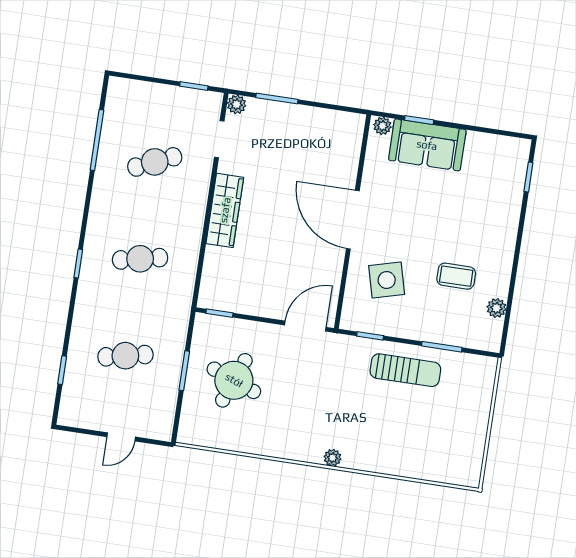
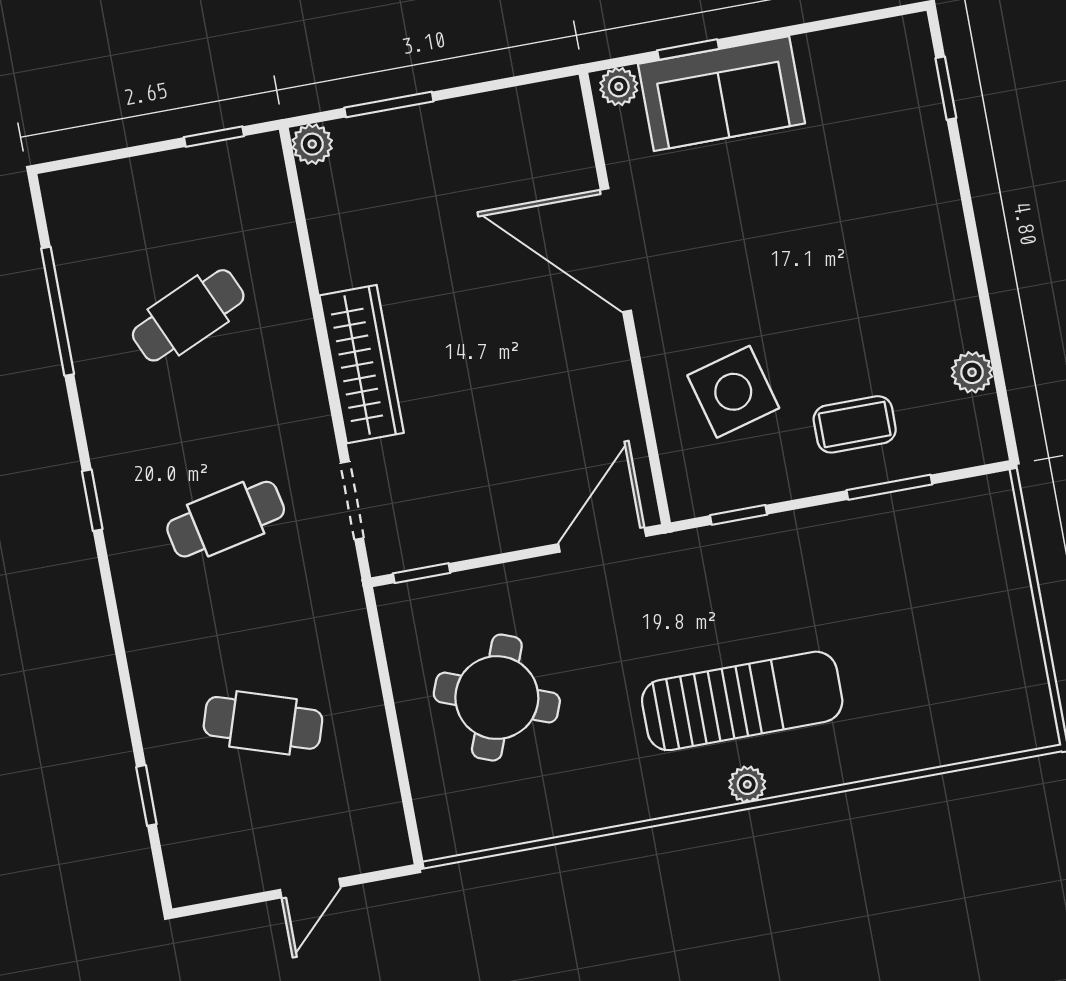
doorway: (219, 139) -> (352, 500), moved
door: (353, 220) -> (616, 250), moved
window: (78, 263) -> (92, 500), moved
coffee table: (456, 276) -> (855, 424), moved
cafe table: (125, 356) -> (263, 723), turned 30
sun lounger: (405, 370) -> (742, 701), moved, width x1.36, depth x1.34
window: (184, 371) -> (391, 712), removed

